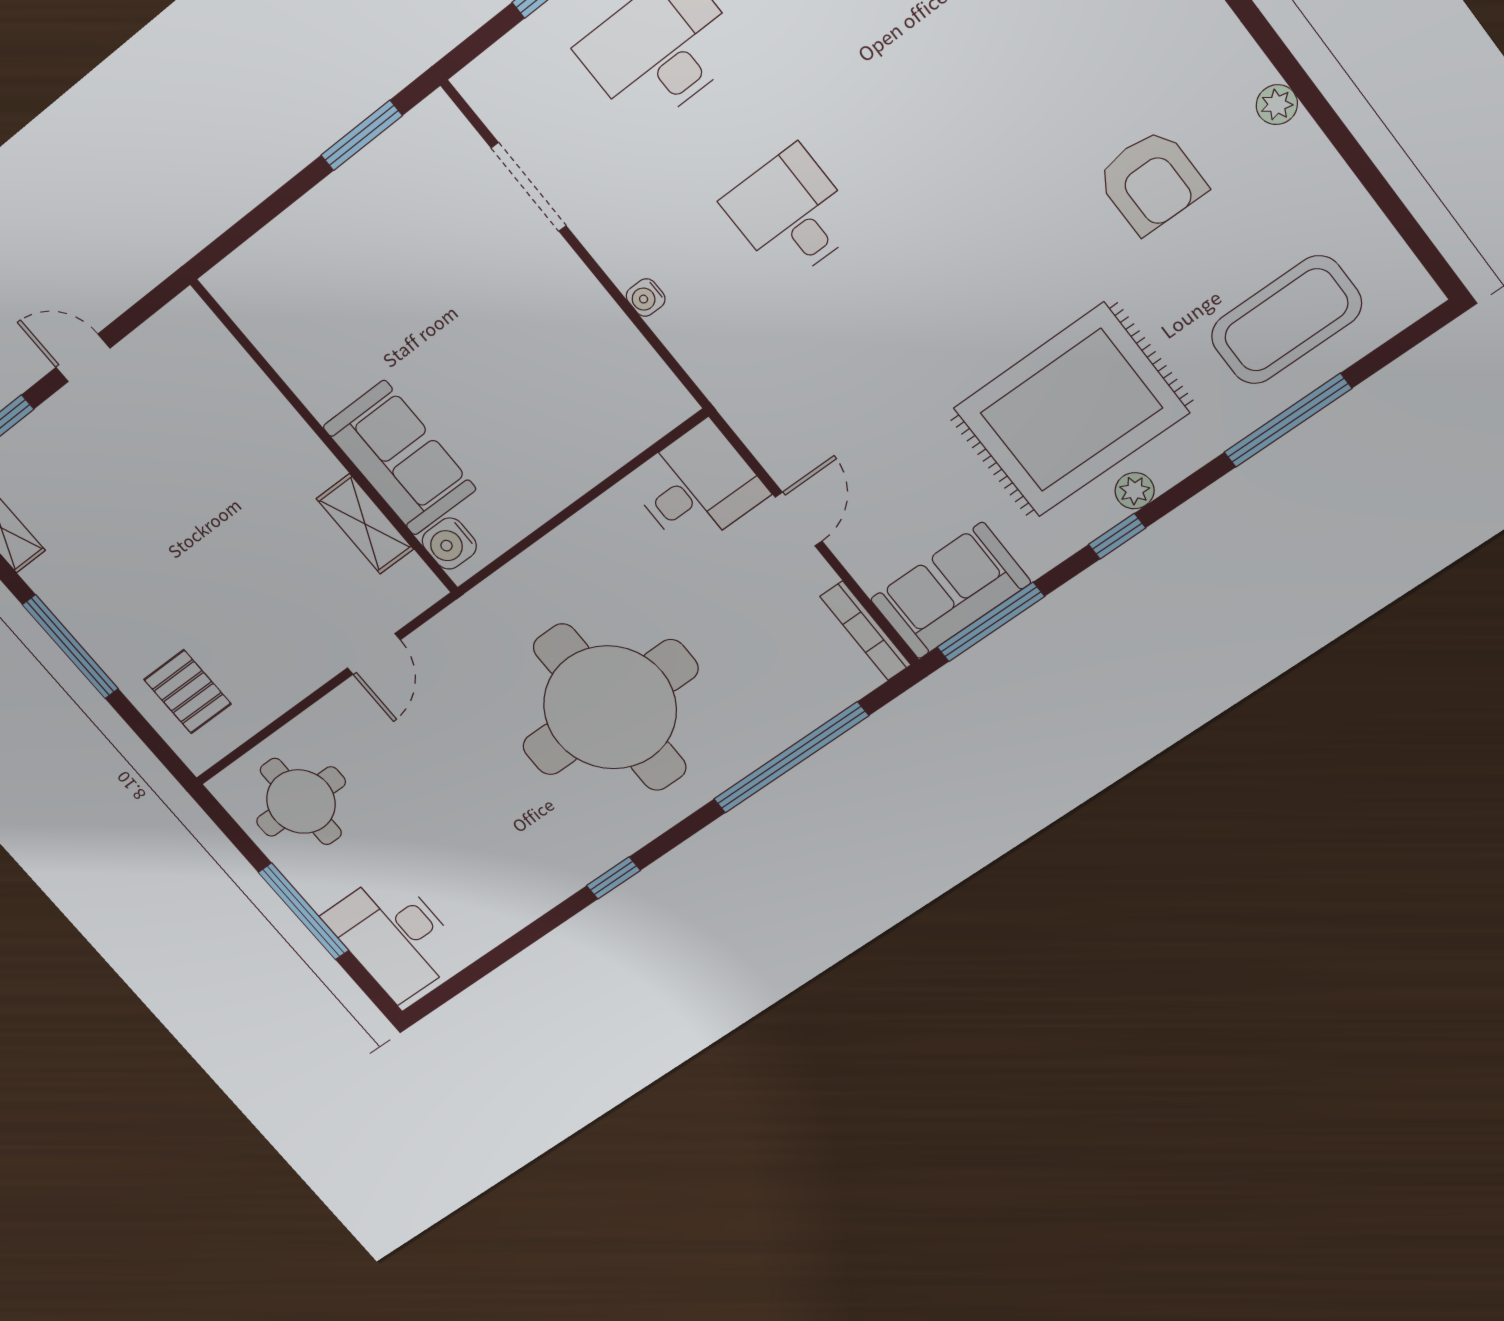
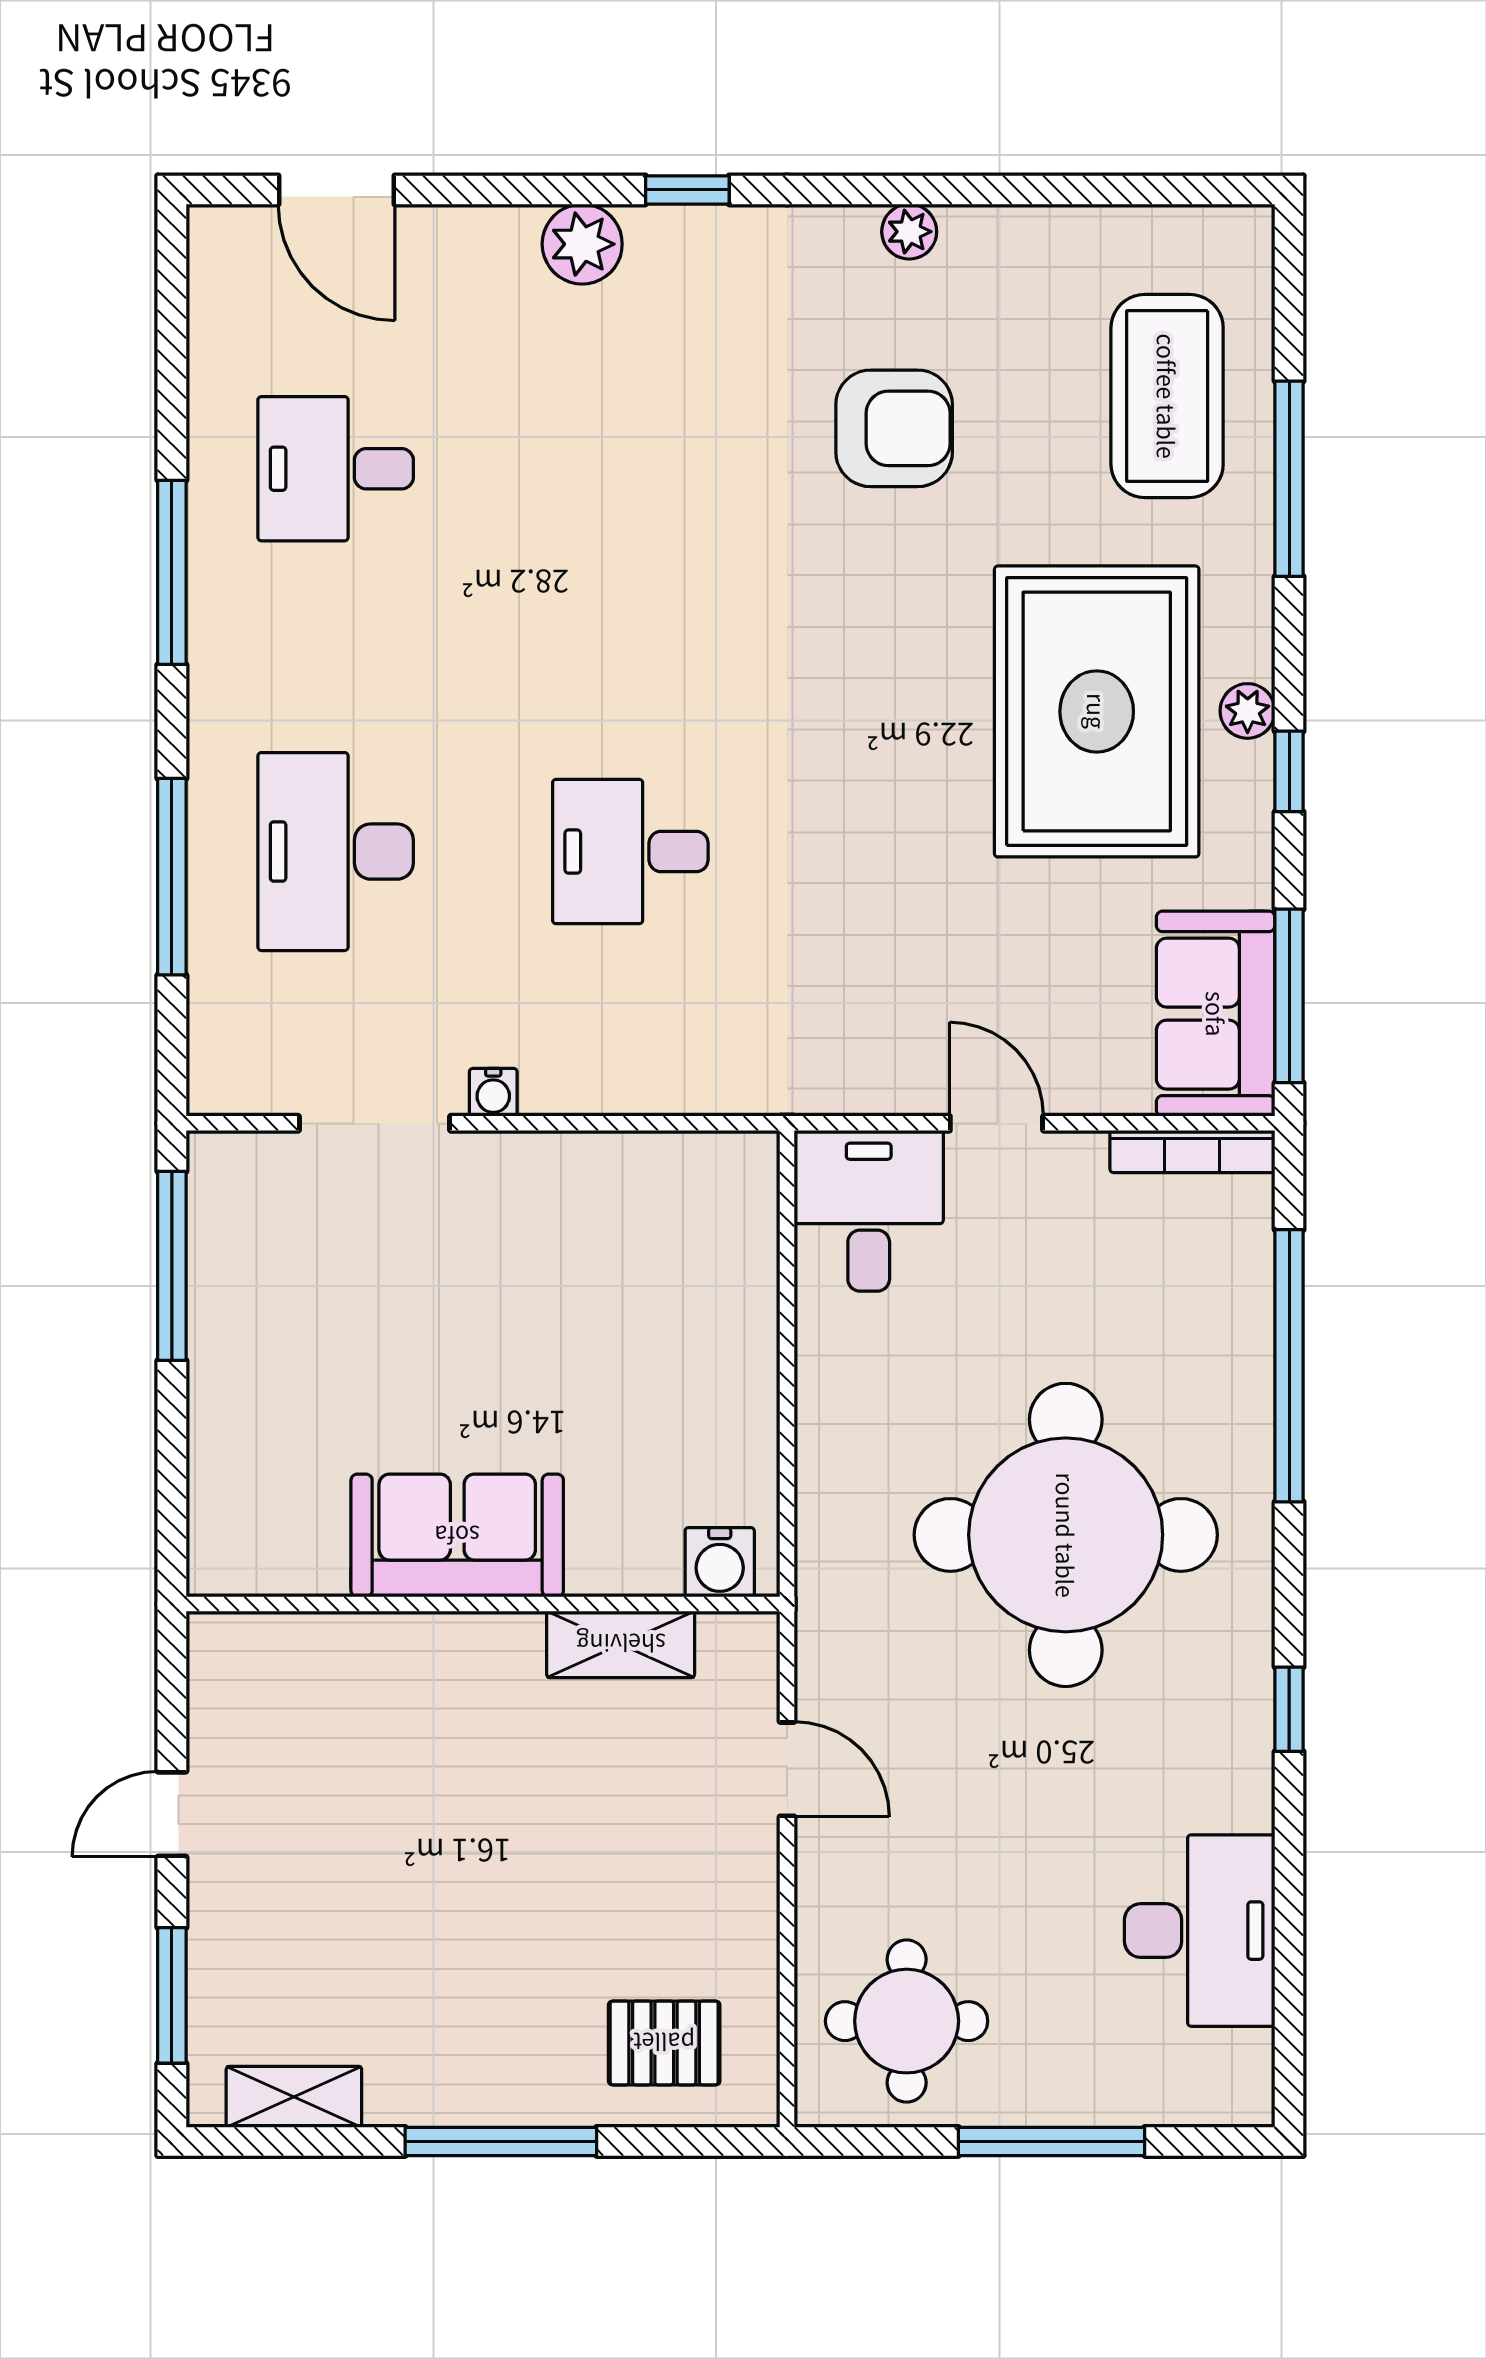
window: (362, 135) -> (172, 1266), width x1.44
water cooler: (646, 298) -> (493, 1092), moved
sofa: (400, 458) -> (457, 1536), moved
desk: (394, 936) -> (1200, 1931), moved, turned -90

